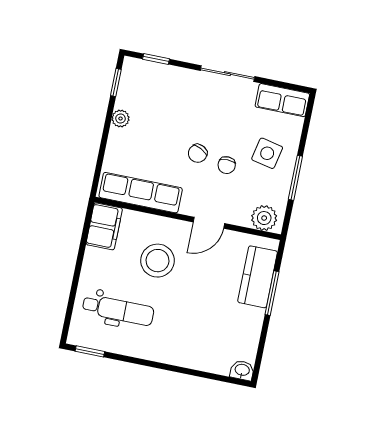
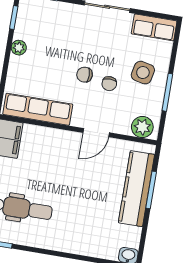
chair: (198, 153) -> (85, 75), turned 63
stool: (158, 261) -> (54, 166), removed
kitchen counter: (258, 277) -> (136, 189), width x1.50

